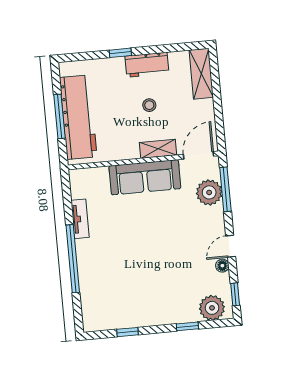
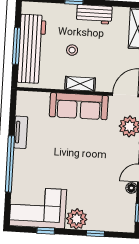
stool: (149, 105) -> (72, 50), moved
shelving: (158, 149) -> (80, 84), moved
corner sofa: (114, 306) -> (38, 208), added
plant: (212, 308) -> (77, 219), moved

